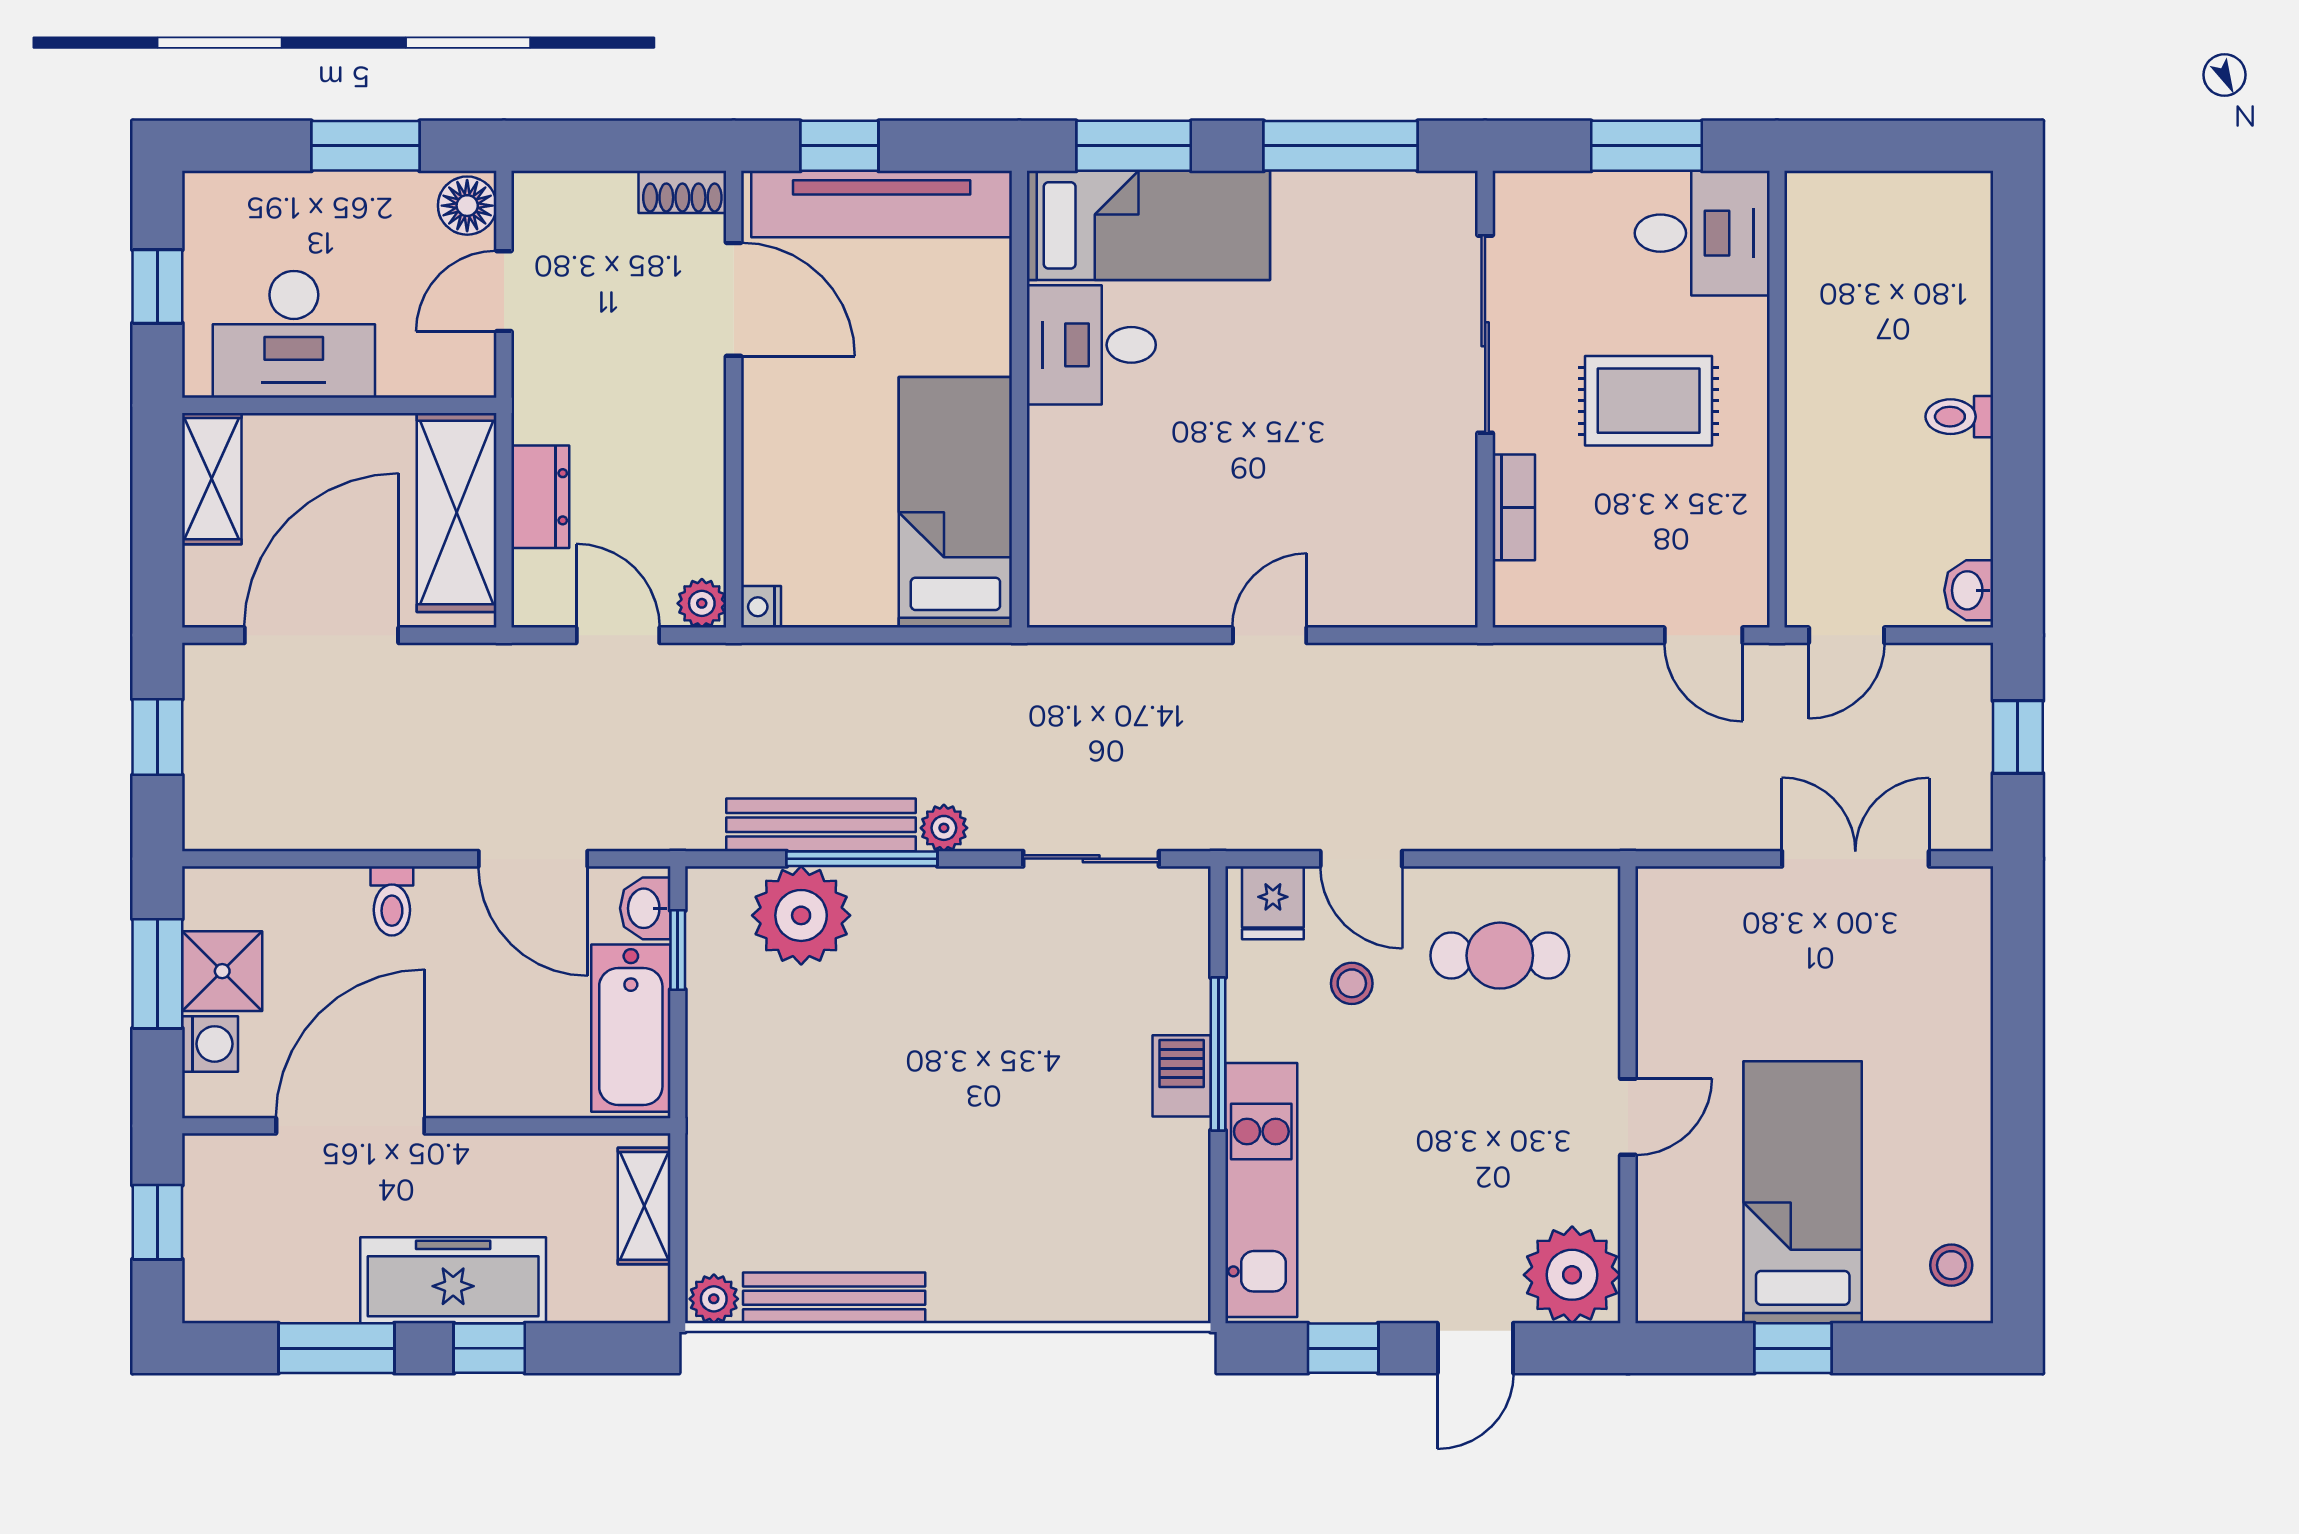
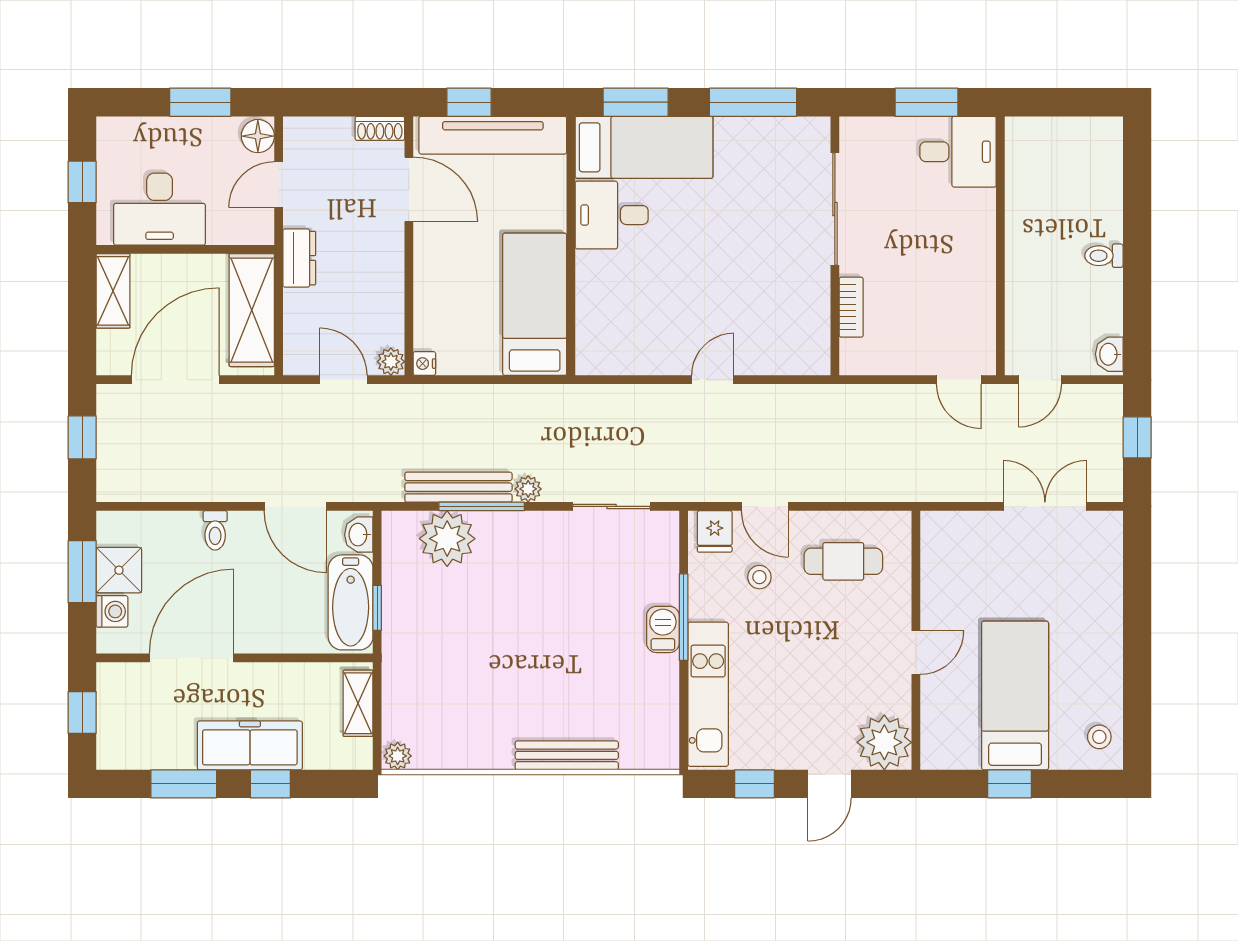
rug: (1649, 401) -> (928, 247), removed
dresser: (540, 497) -> (299, 258), moved
window: (678, 950) -> (377, 608), moved
bench: (834, 1298) -> (567, 755), moved

